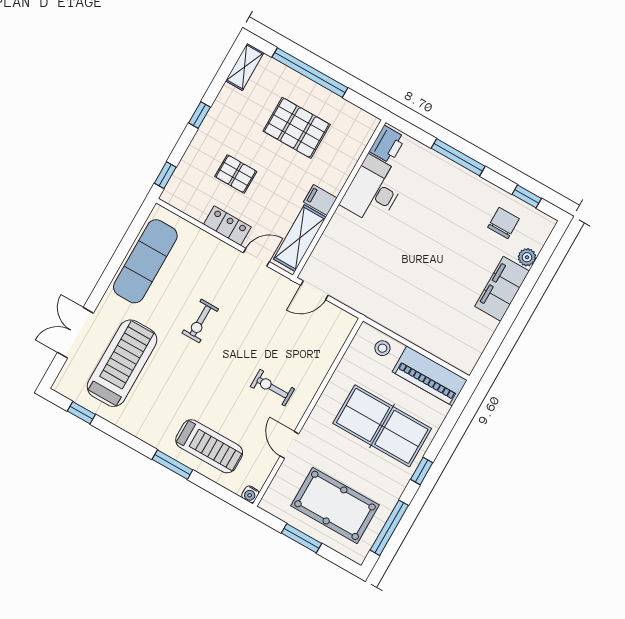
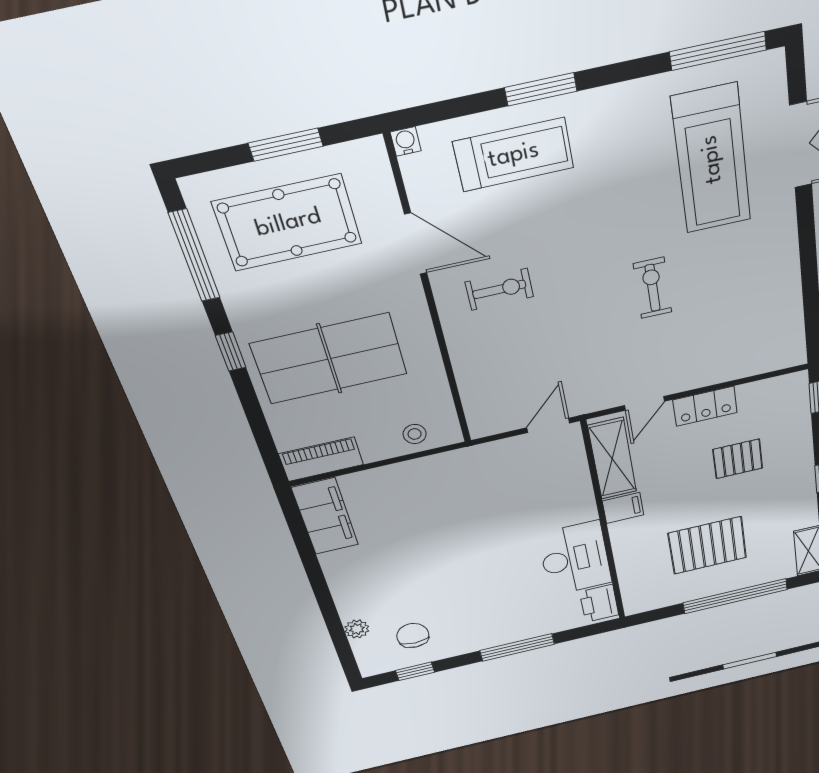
chair: (504, 223) -> (413, 635), turned 180
exercise mat: (145, 261) -> (773, 296), removed
filing cabinet: (502, 289) -> (325, 516), moved
piano: (430, 376) -> (321, 459), width x0.73, depth x0.75
window: (81, 413) -> (718, 51), width x2.17
door: (289, 445) -> (416, 244), width x1.38
treadmill: (209, 446) -> (514, 155), turned 180

